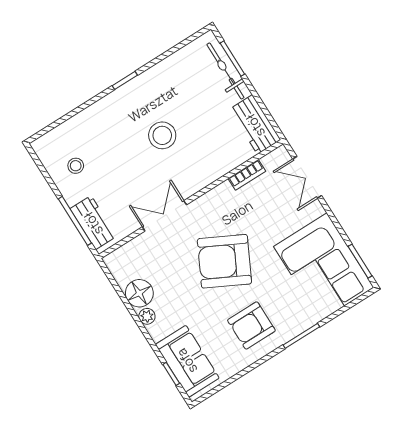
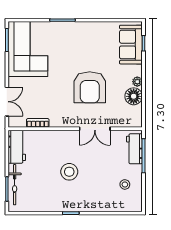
armchair: (224, 261) -> (90, 87), moved, turned 63
armchair: (251, 325) -> (85, 42), removed

